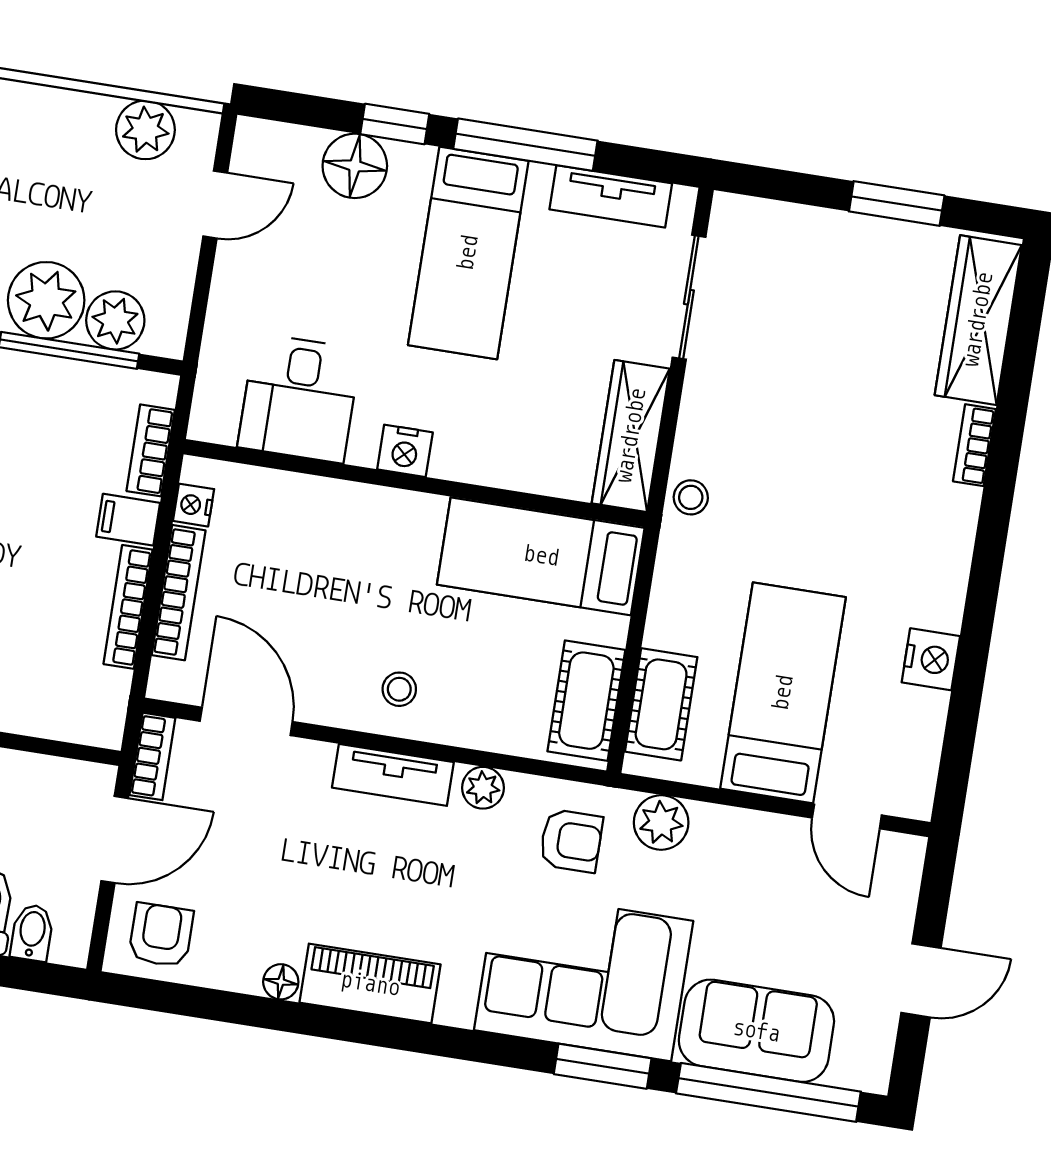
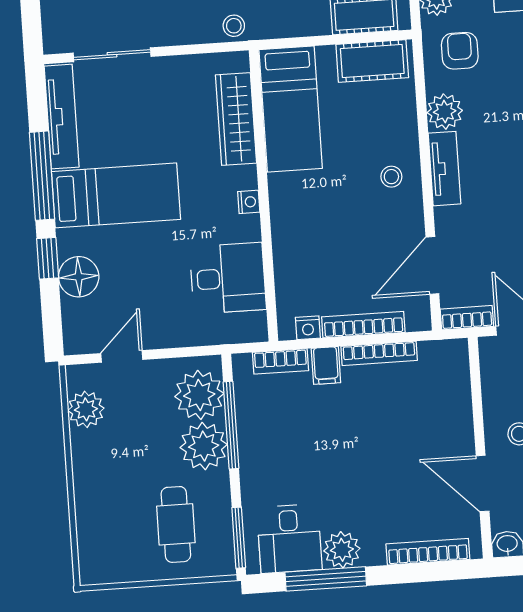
tv unit: (611, 196) -> (62, 117), width x1.41
door: (215, 205) -> (122, 356), hinge flipped
plant: (115, 320) -> (199, 395), width x1.36, depth x1.36
wardrobe: (631, 436) -> (236, 119), moved, turned 90
nightstand: (405, 451) -> (249, 202), width x0.72, depth x0.74
plant: (483, 788) -> (445, 112), width x1.38, depth x1.38

